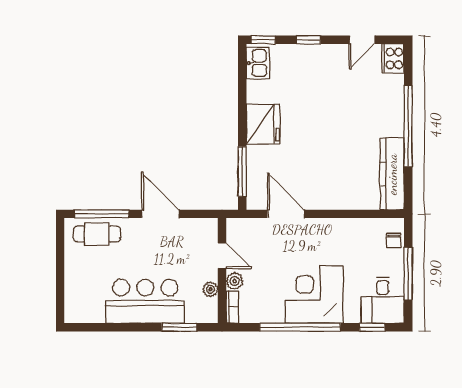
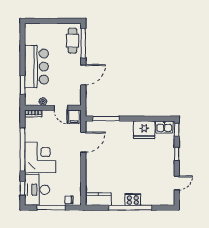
door: (362, 40) -> (177, 183), swing flipped
cooker: (393, 58) -> (133, 199), moved
fridge: (263, 124) -> (144, 130), moved
kitchen counter: (392, 174) -> (98, 199), width x0.67
filing cabinet: (239, 231) -> (74, 117), added
door: (222, 256) -> (61, 108), hinge flipped
plant: (235, 281) -> (47, 115), removed
desk: (383, 300) -> (37, 190), width x1.37

